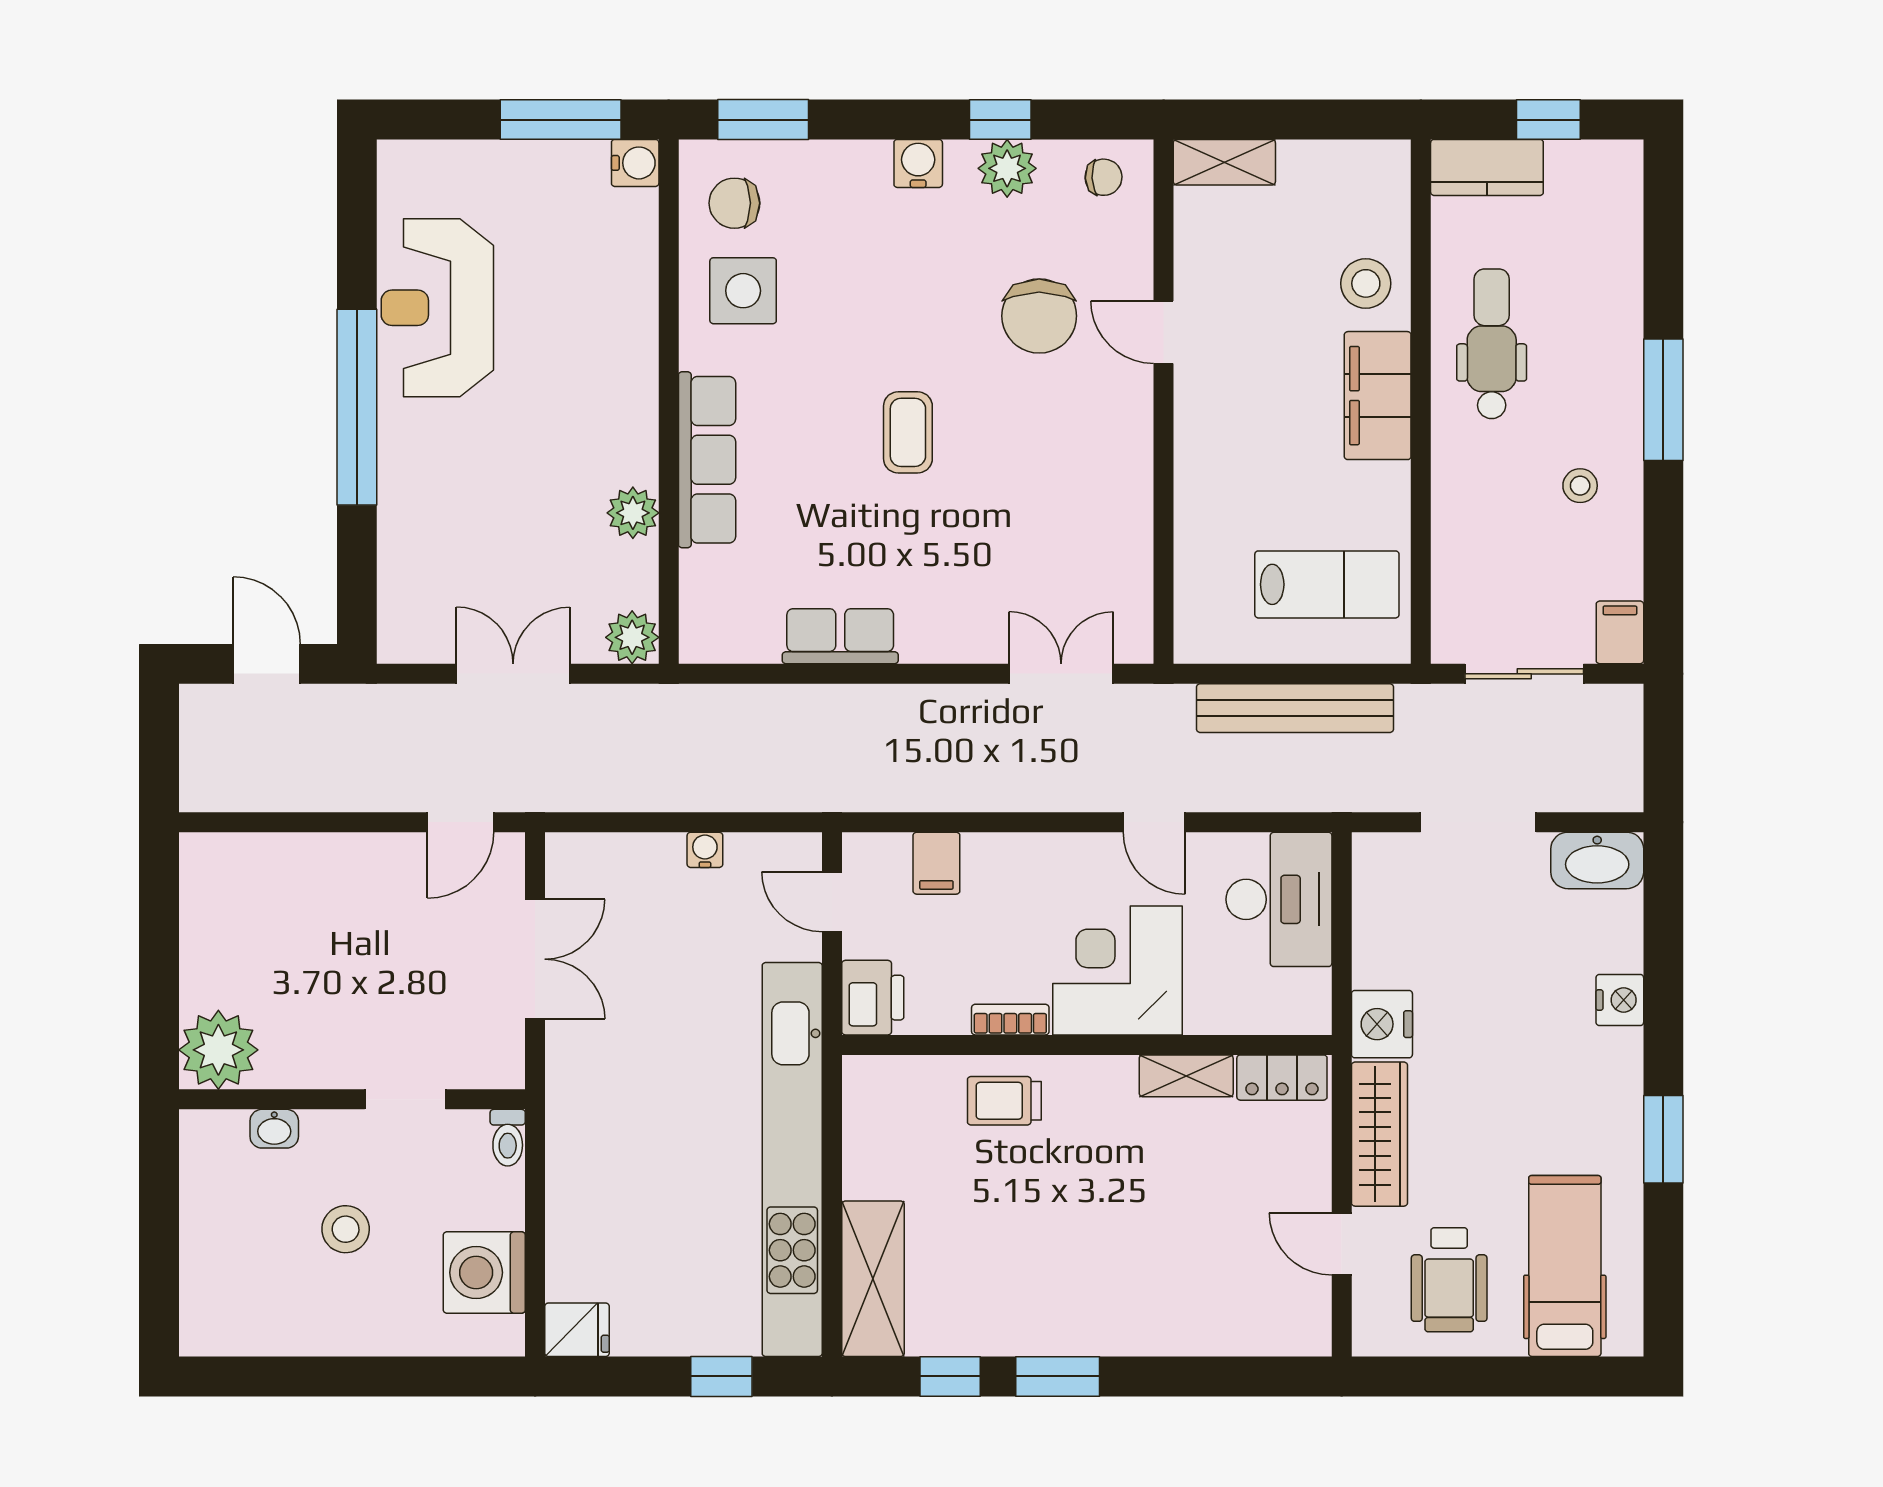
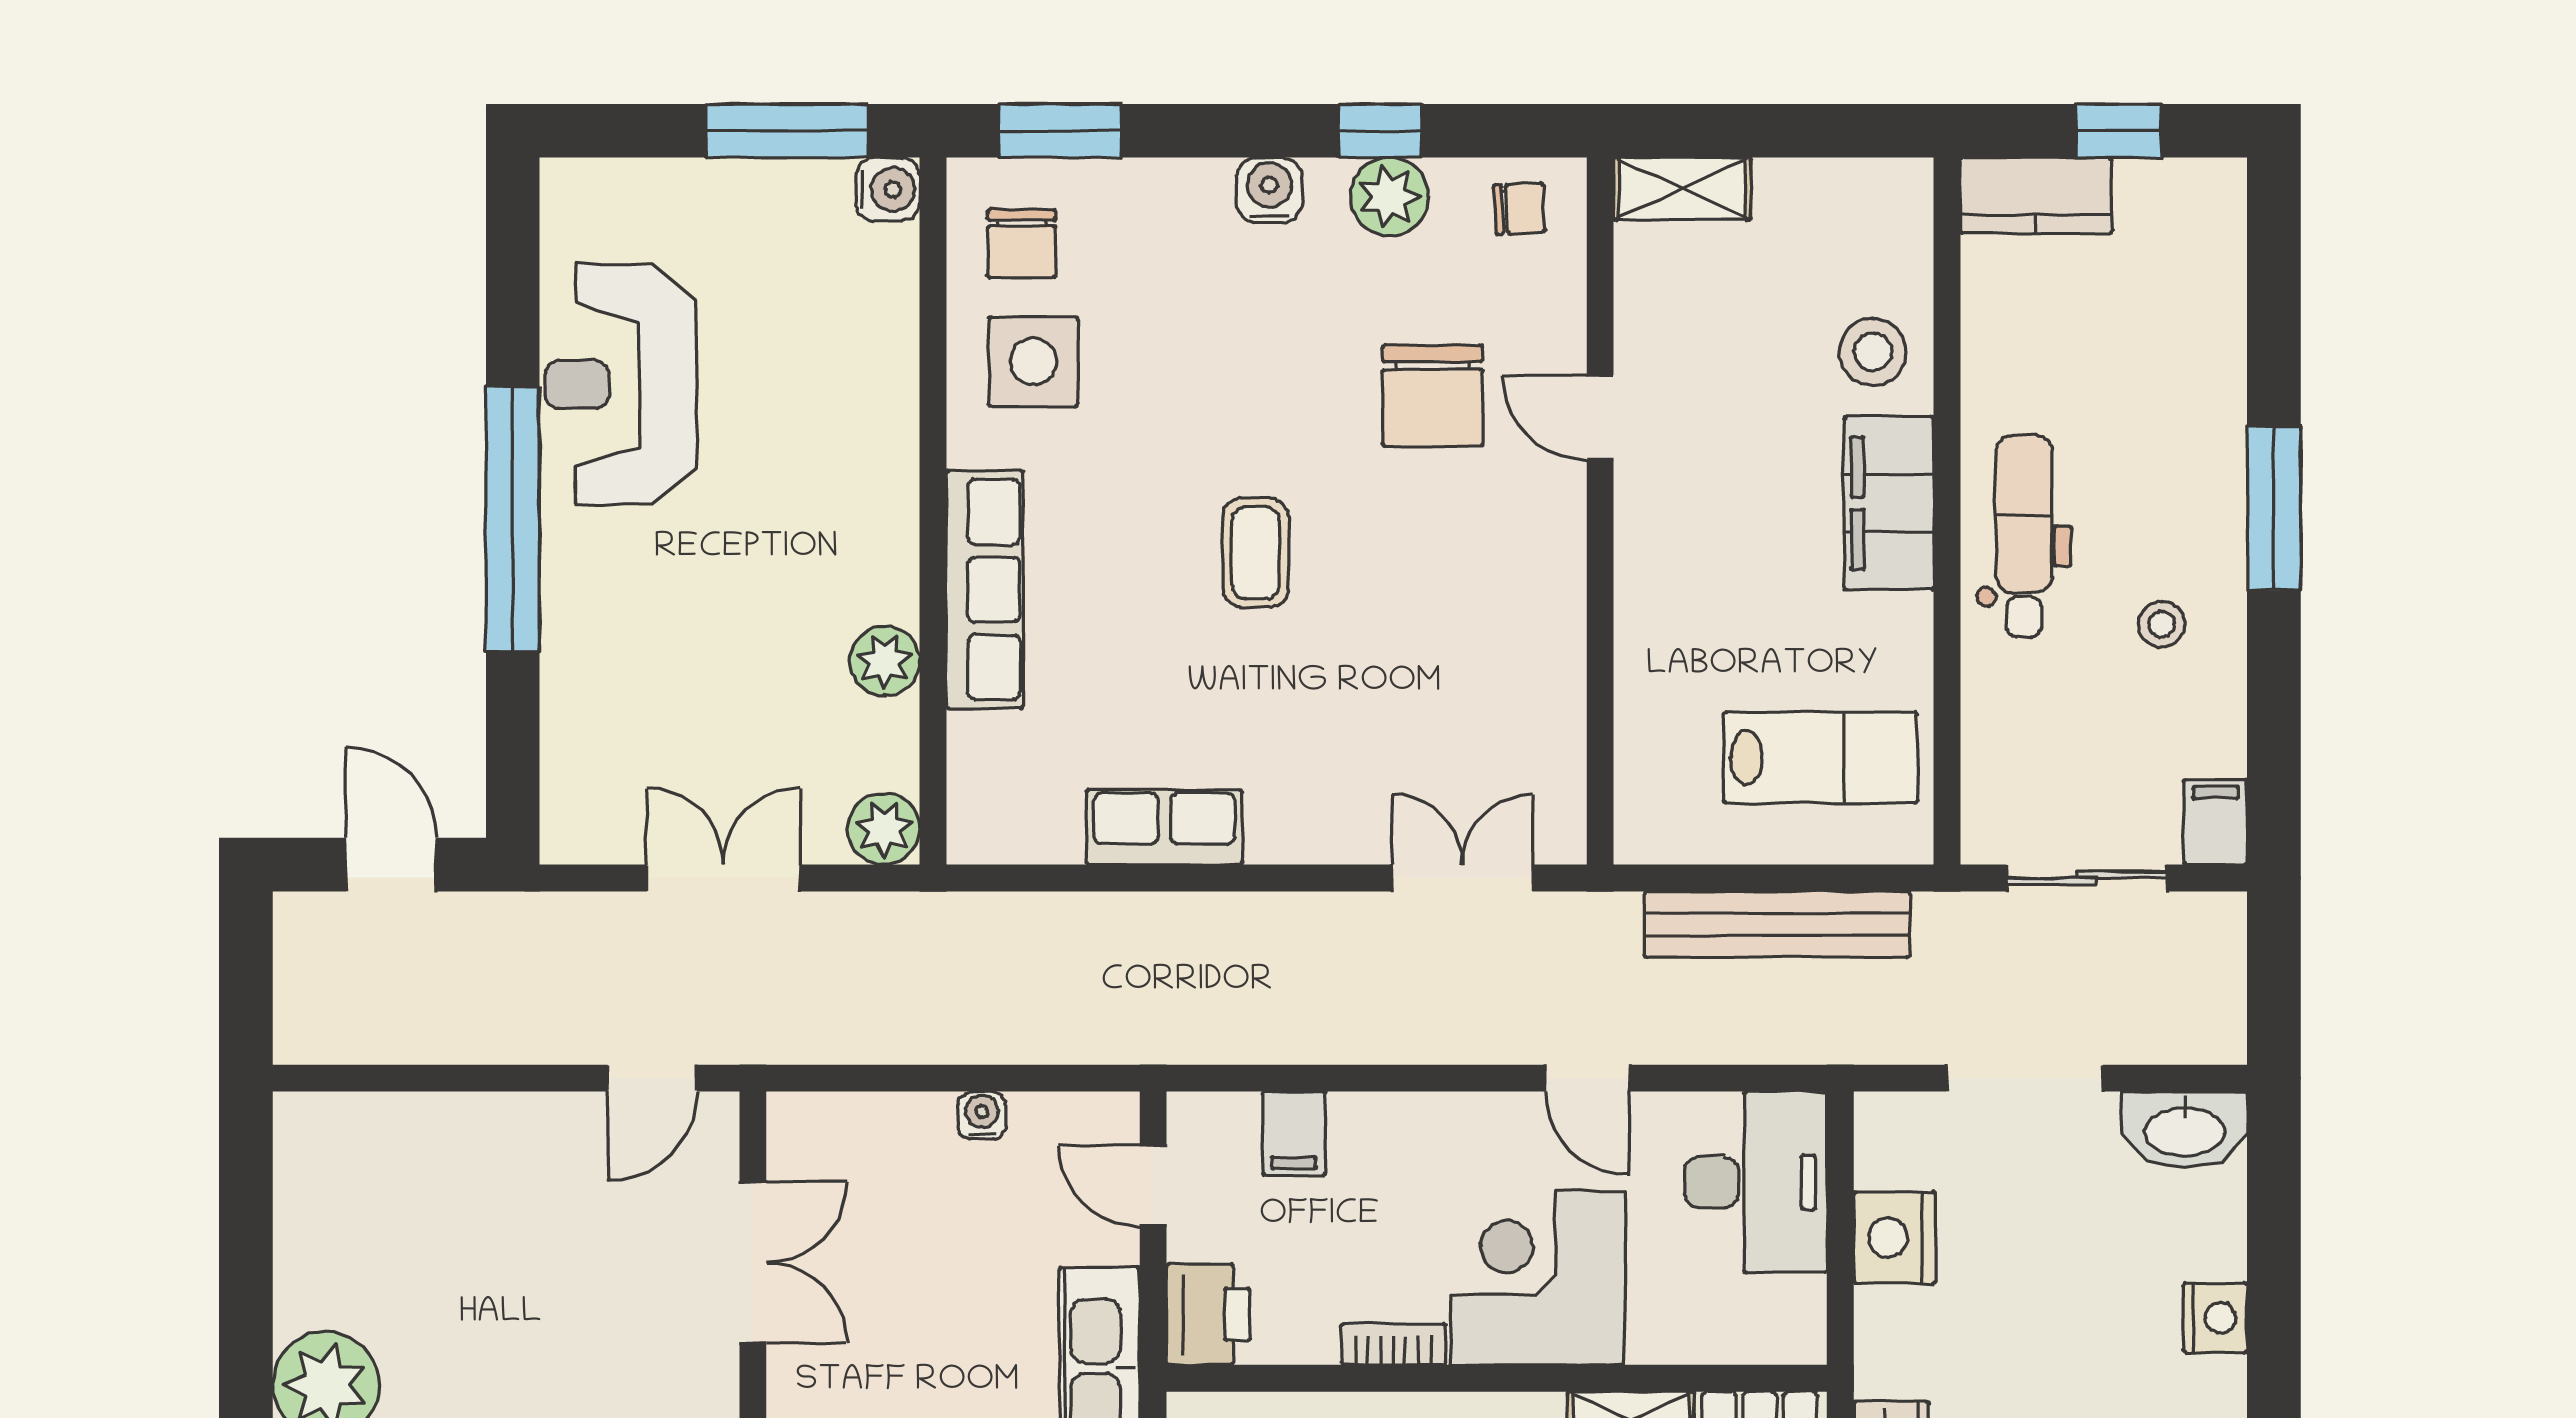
chair: (734, 203) -> (1022, 244), turned -90
dental chair: (1492, 344) -> (2024, 536), moved
nightstand: (1382, 1024) -> (1895, 1237), moved

